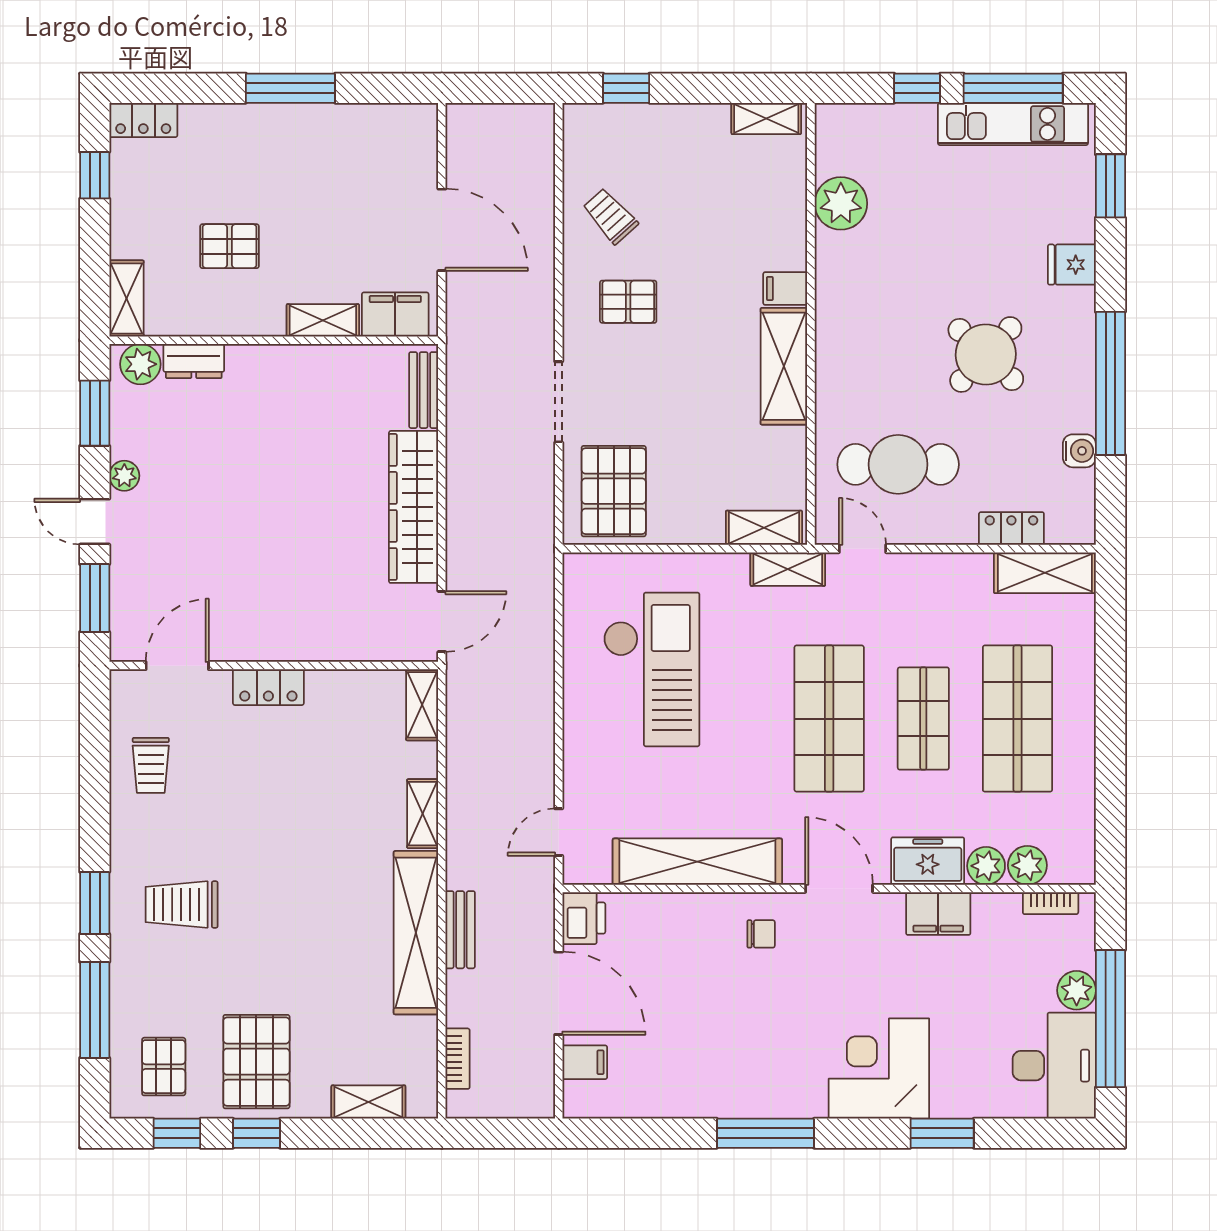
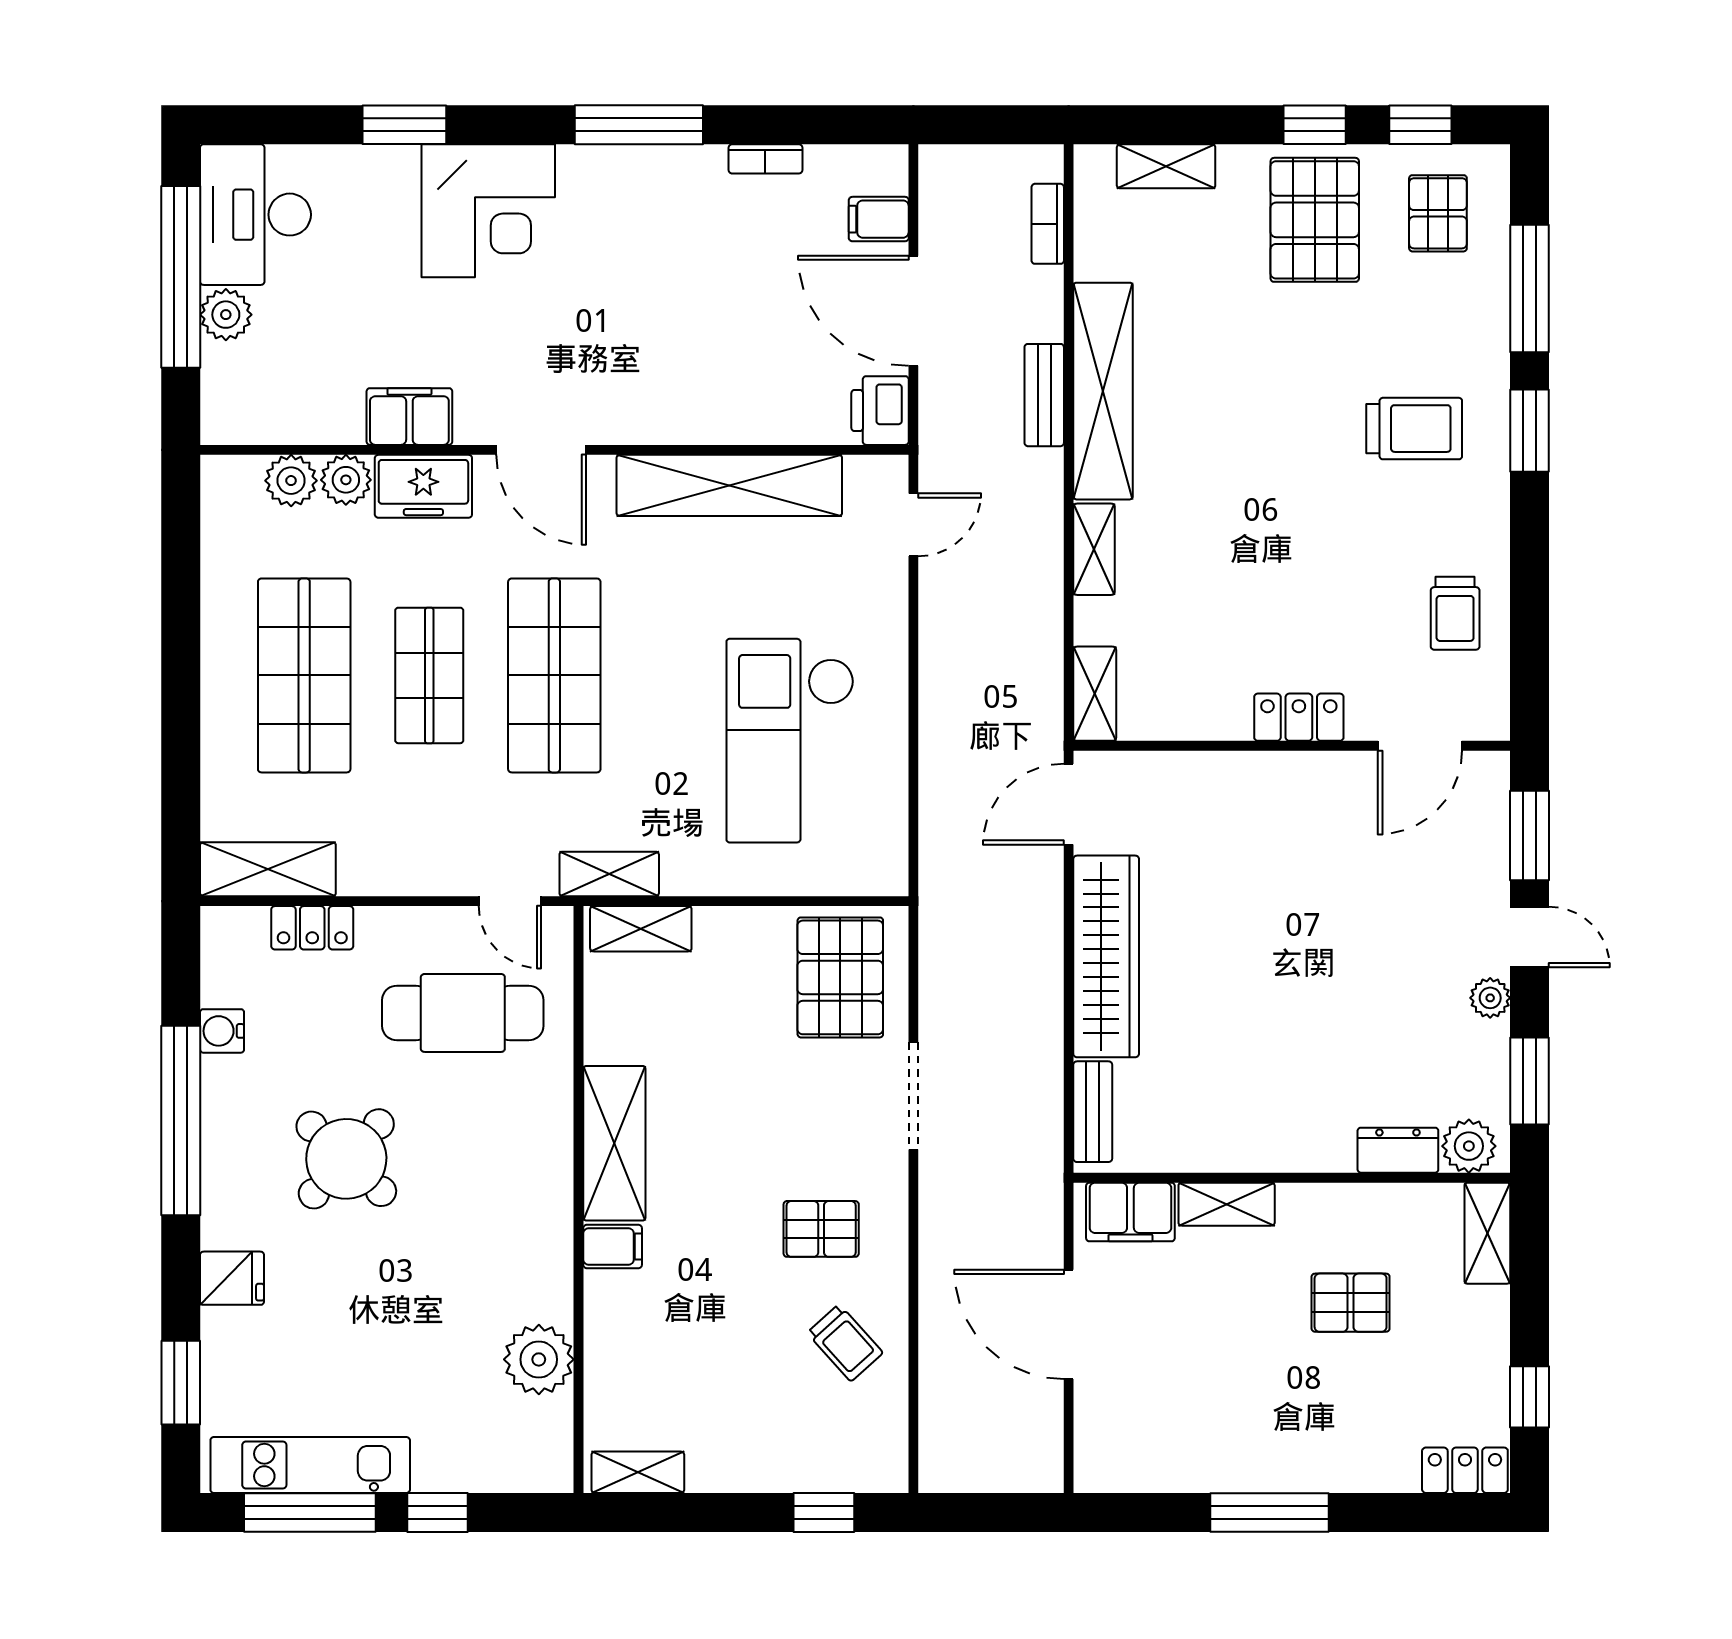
trolley: (151, 765) -> (1455, 613), turned 180
bookcase: (1051, 903) -> (765, 159), moved, turned 180
chair: (761, 934) -> (645, 389), removed

